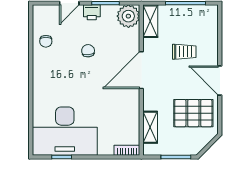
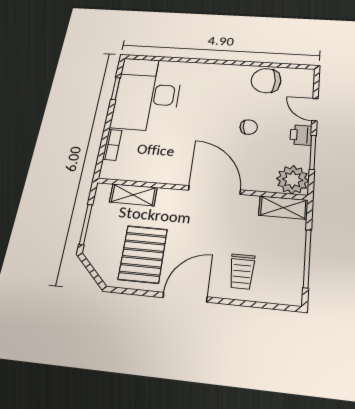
chair: (46, 41) -> (266, 81), width x1.87, depth x1.87
trolley: (184, 52) -> (242, 271), moved
bookcase: (127, 150) -> (112, 145), moved

